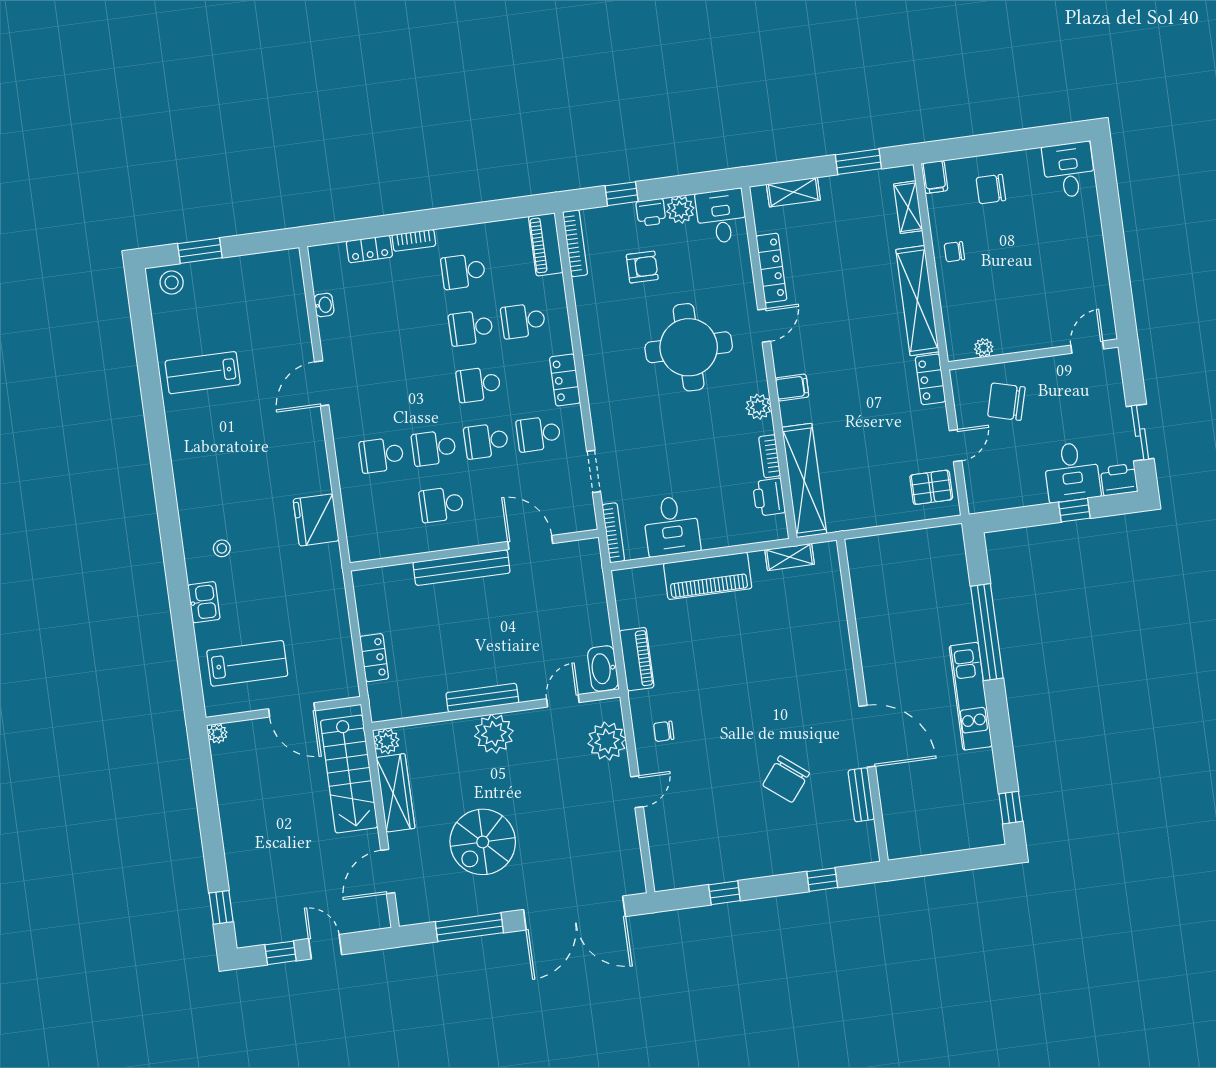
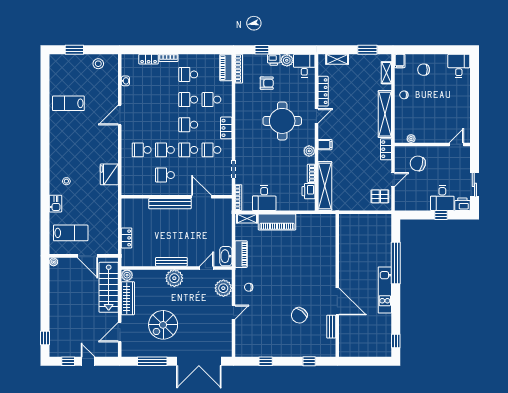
stool: (172, 282) -> (98, 64), moved
shelving: (790, 557) -> (247, 218), moved

